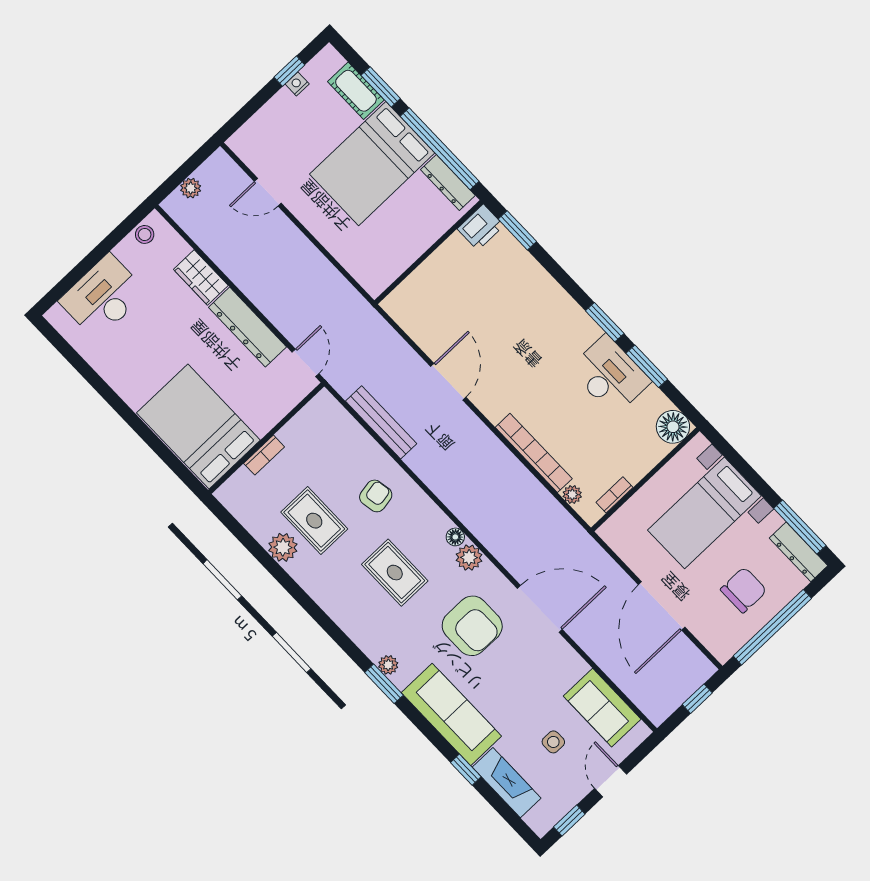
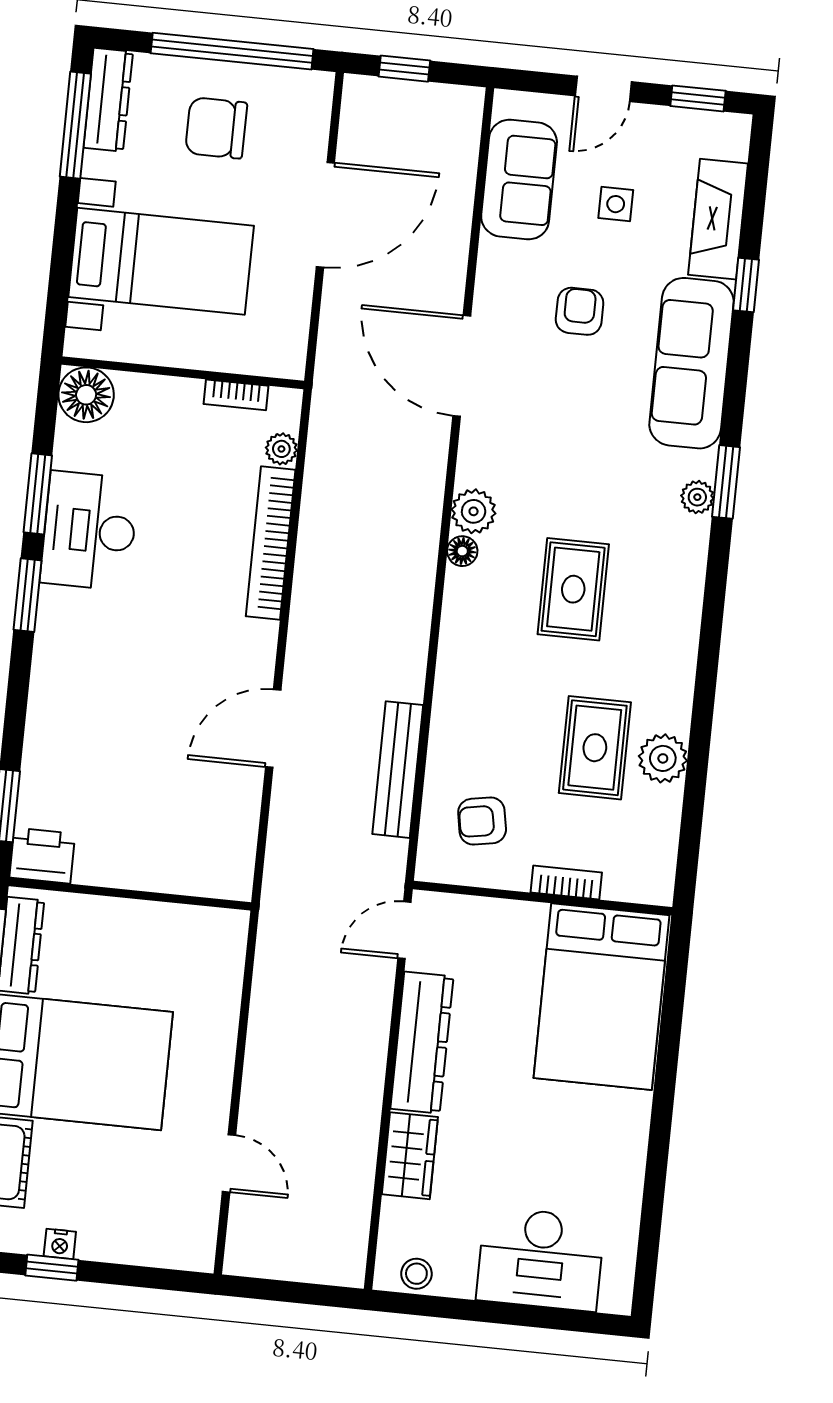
plant: (191, 188) -> (308, 1266), removed
armchair: (376, 496) -> (482, 821), moved
armchair: (472, 626) -> (580, 311), moved, width x0.53, depth x0.53

